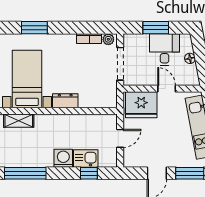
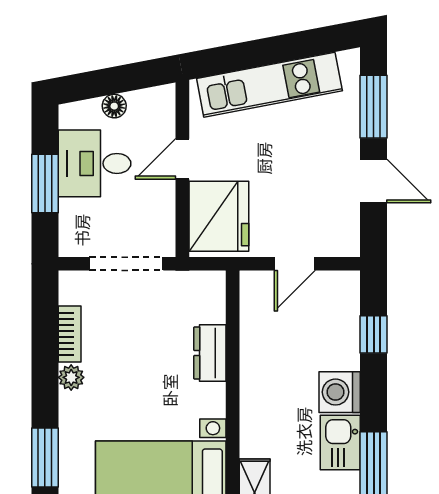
plant: (108, 39) -> (71, 377), moved
dresser: (65, 101) -> (210, 353), moved
door: (120, 138) -> (295, 264), swing flipped
kitchen sink: (86, 159) -> (340, 443), moved

